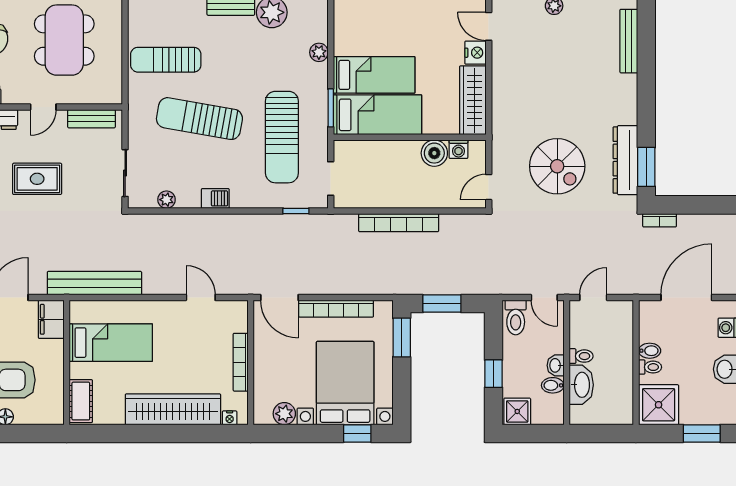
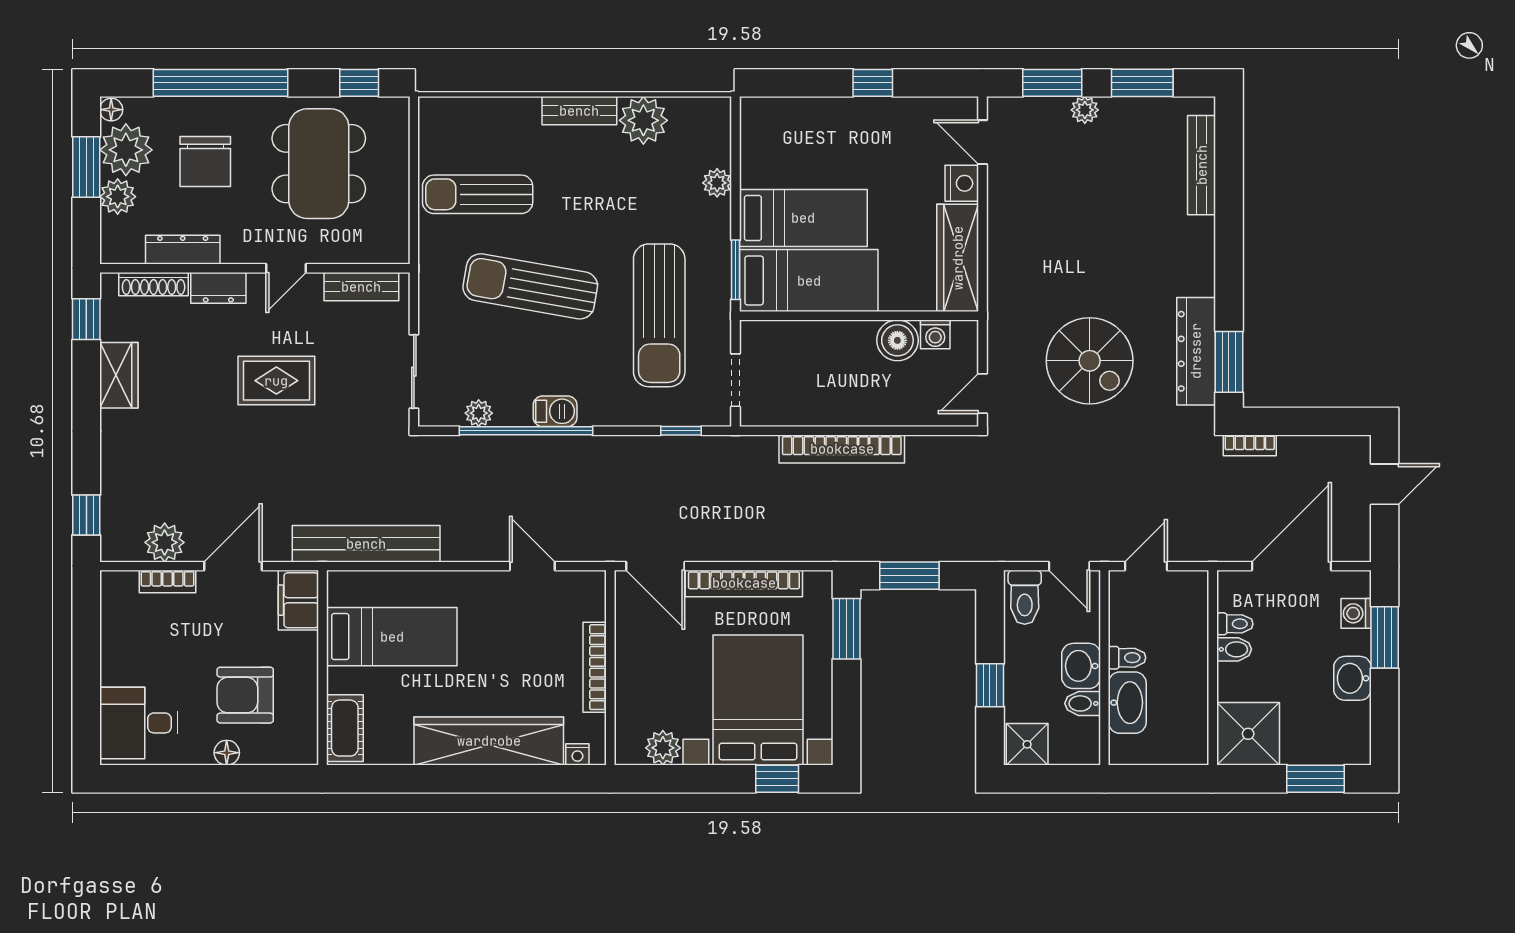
window: (197, 211) -> (526, 431), added
washbasin: (556, 365) -> (1081, 666), width x1.38, depth x1.45
toilet: (650, 367) -> (1235, 624), moved

